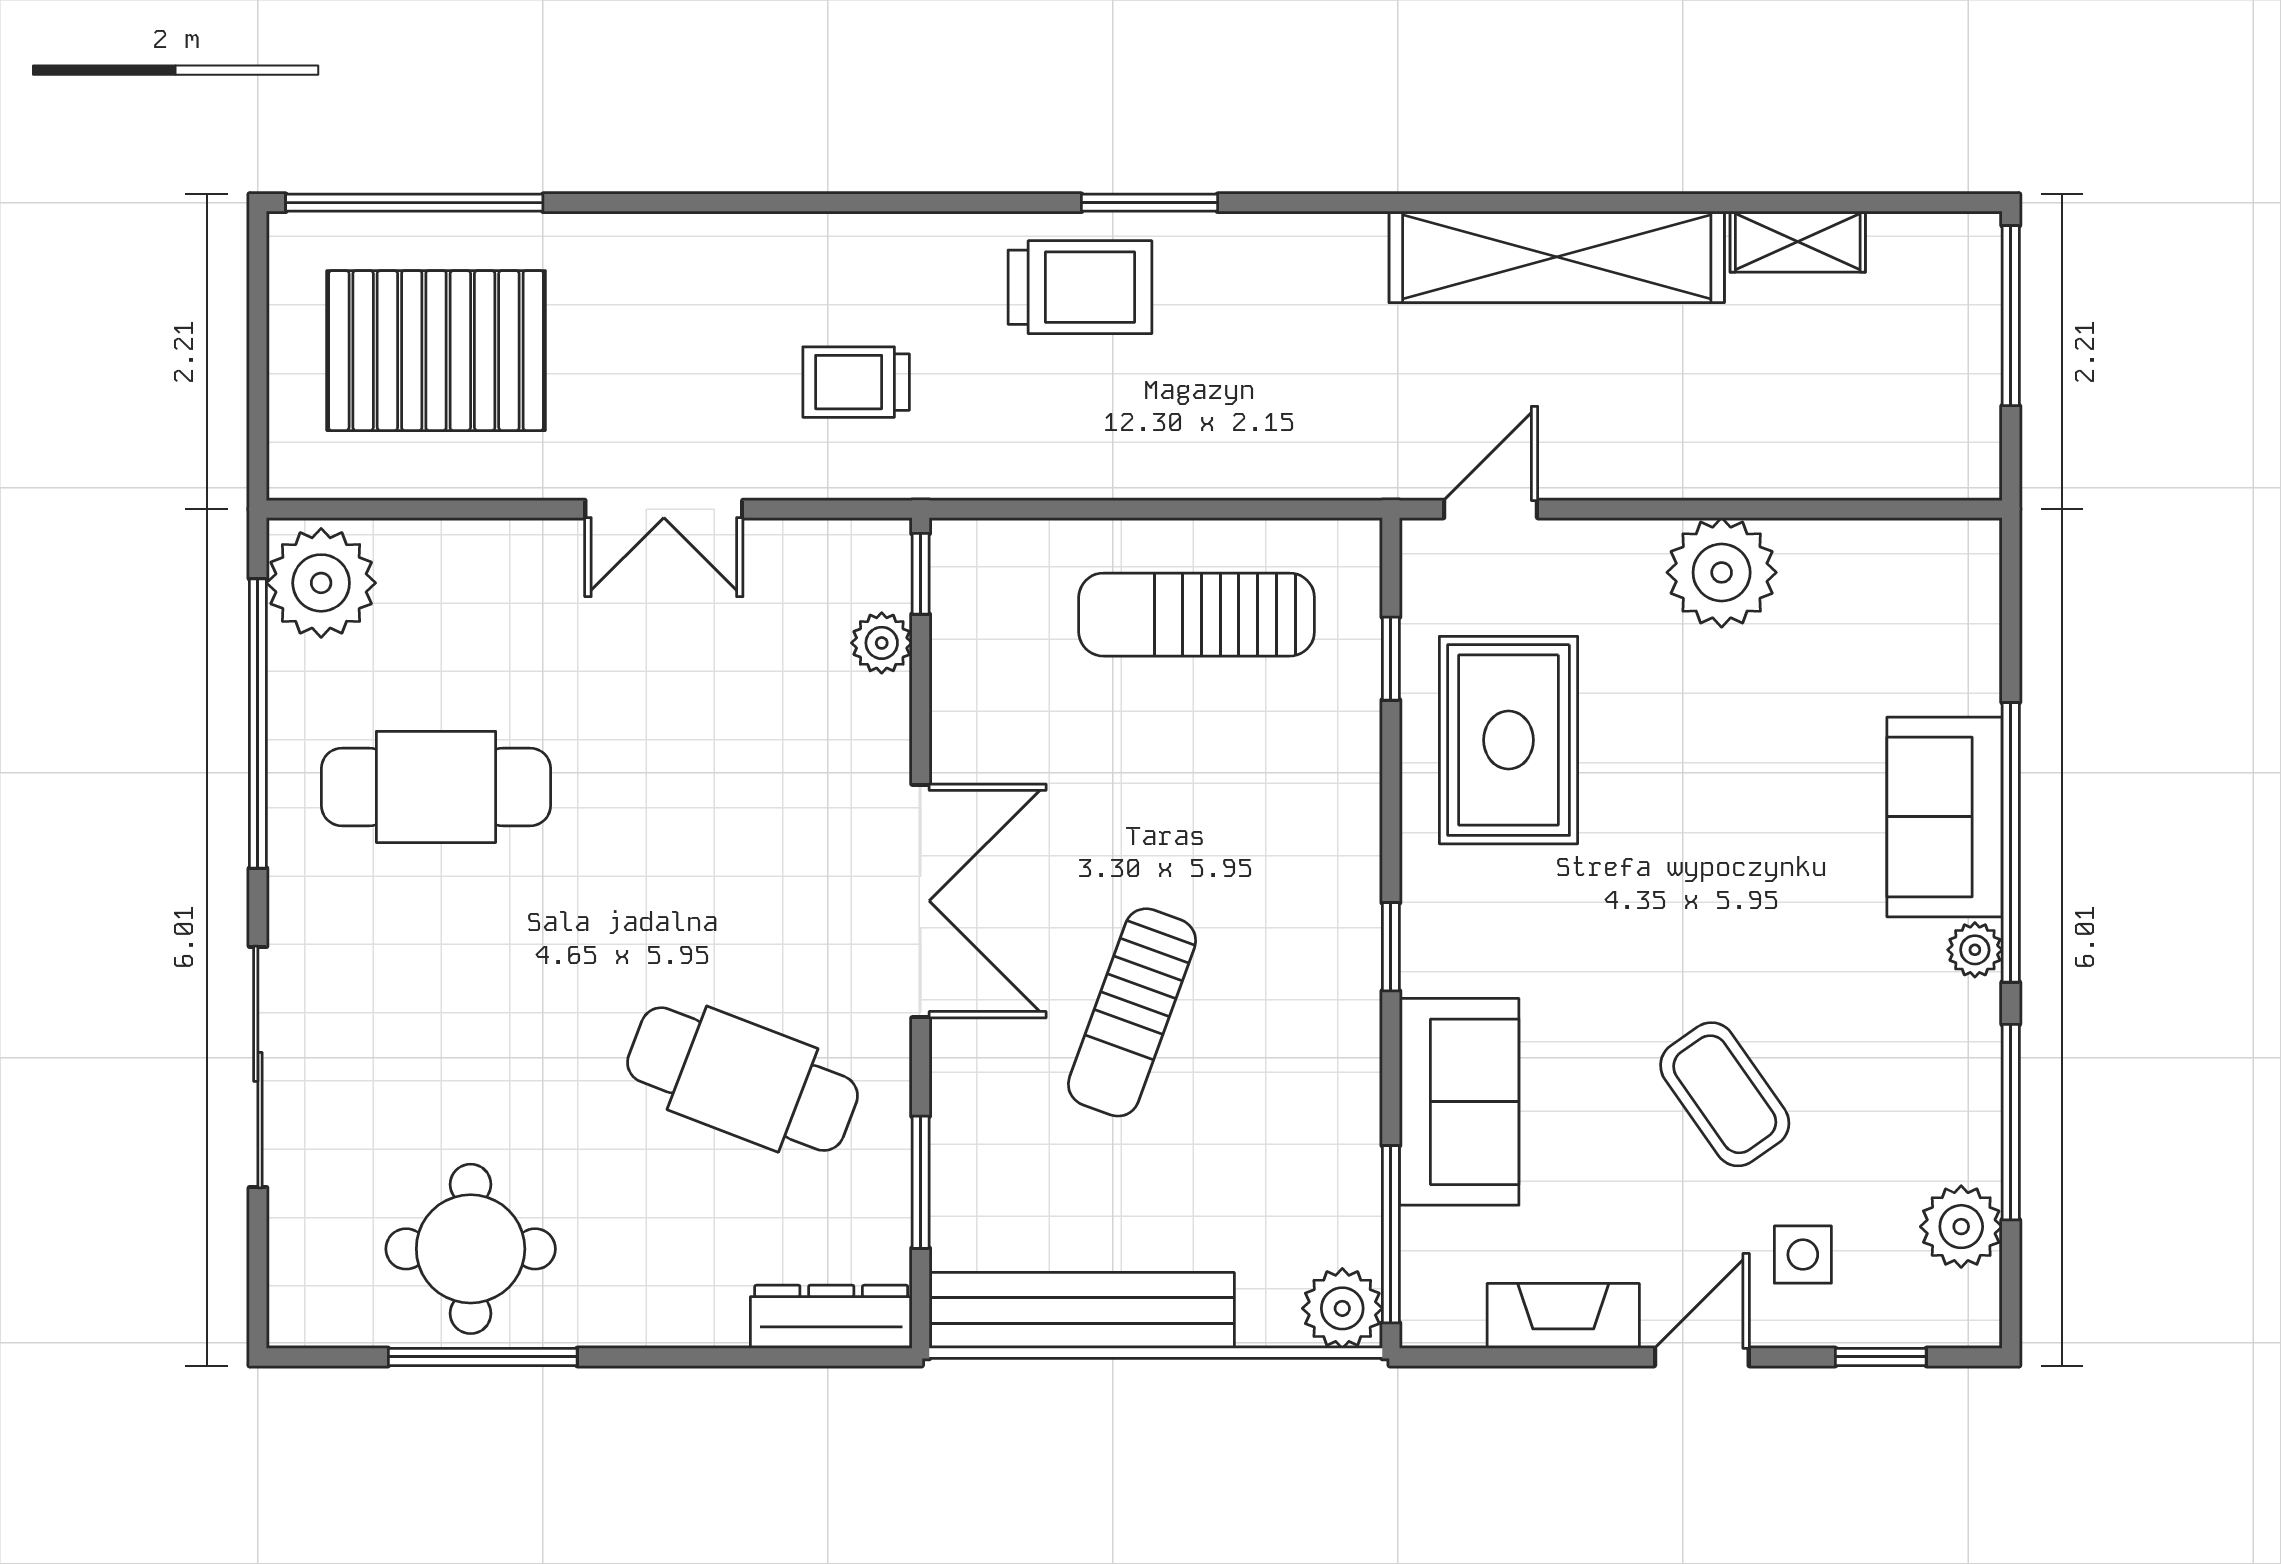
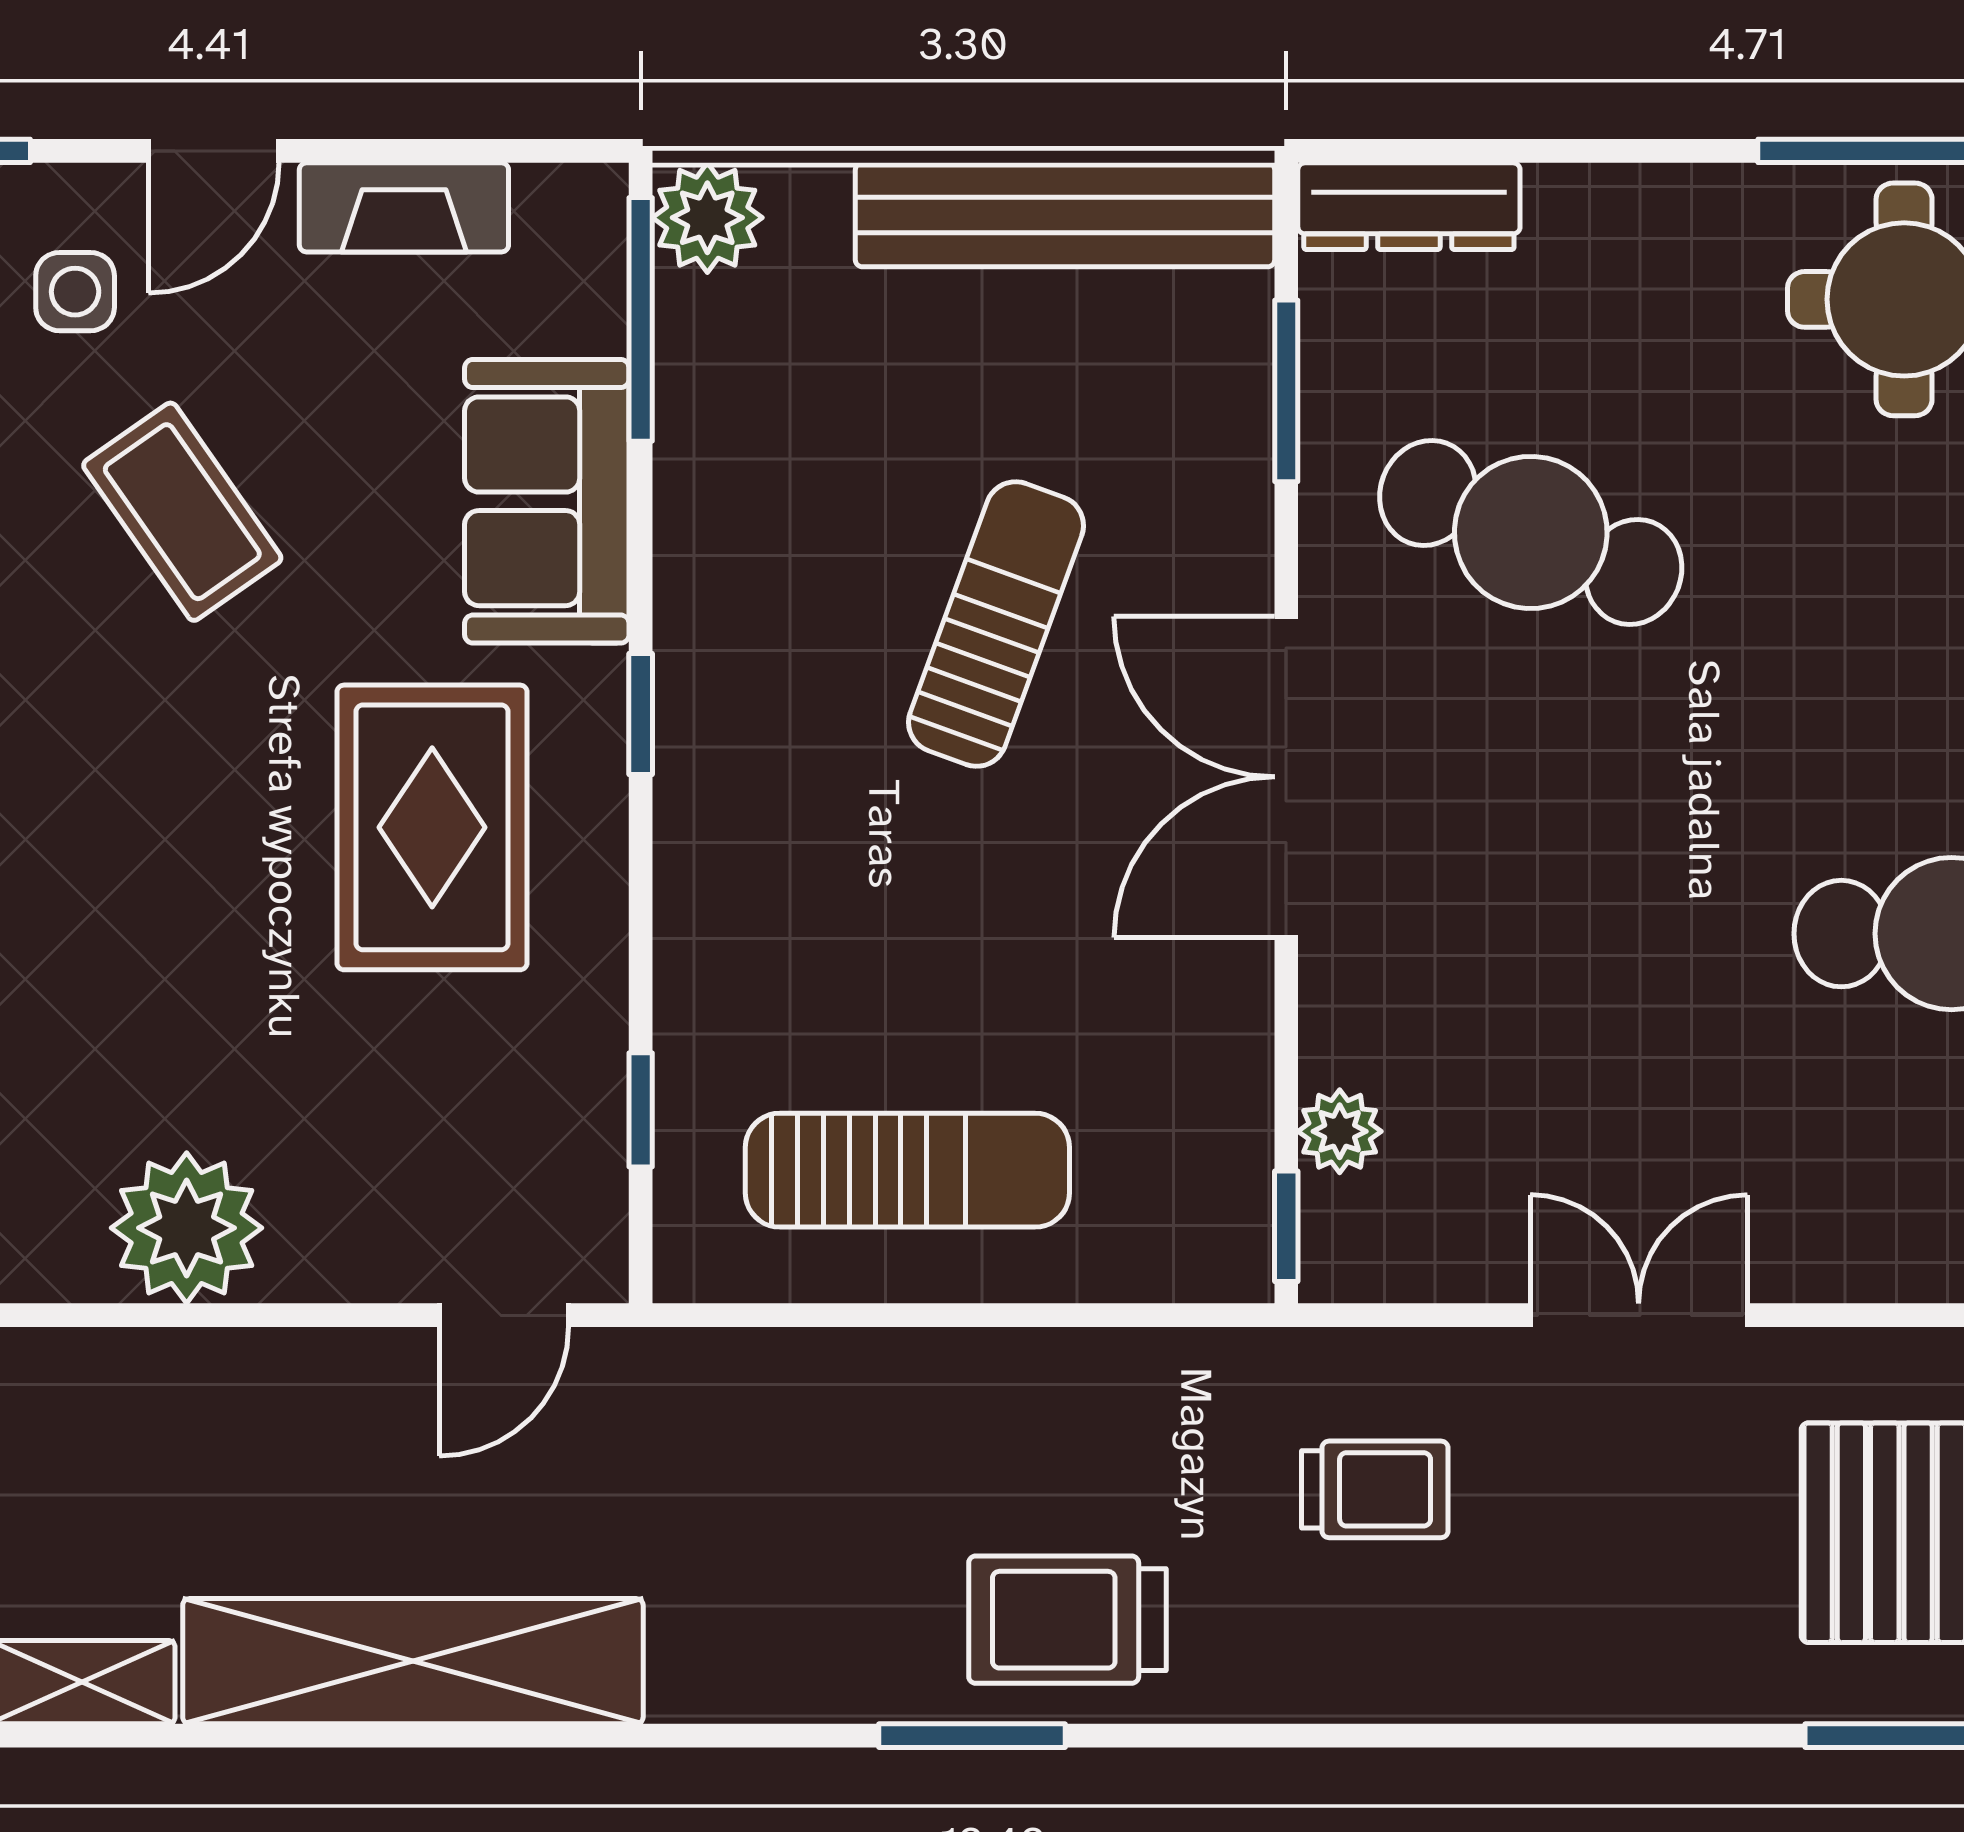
rug: (1509, 740) -> (432, 827), moved

